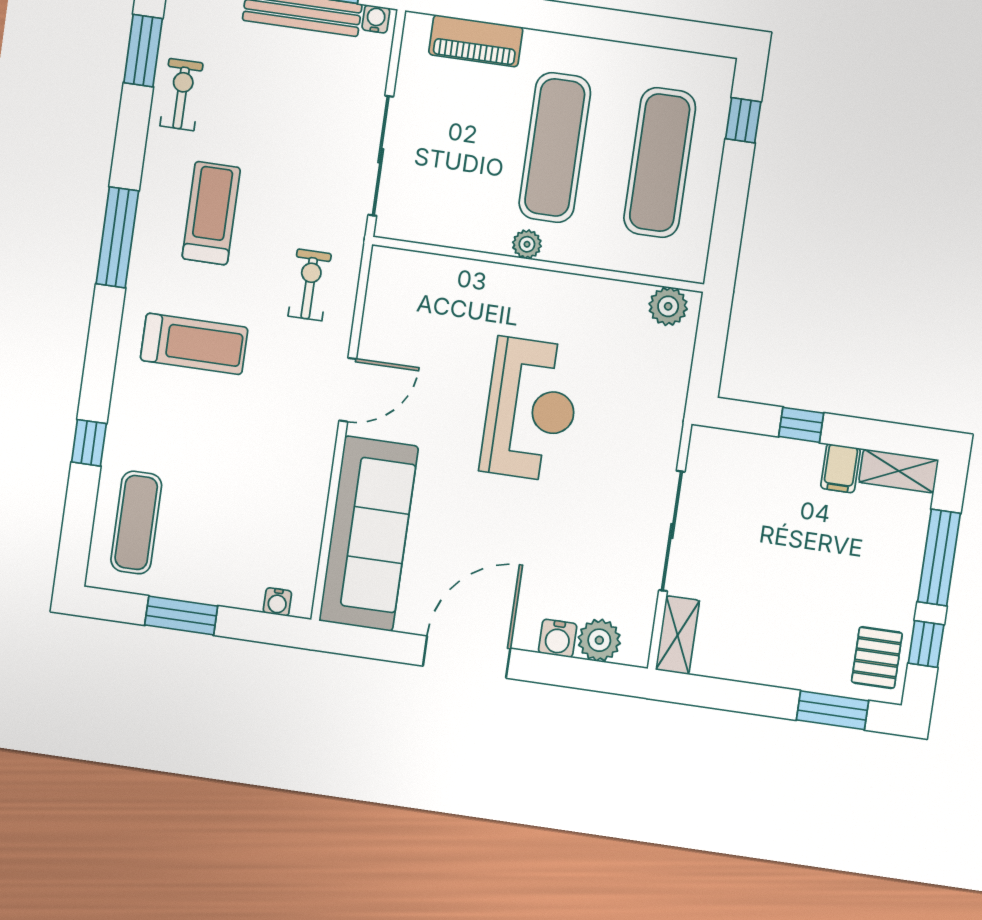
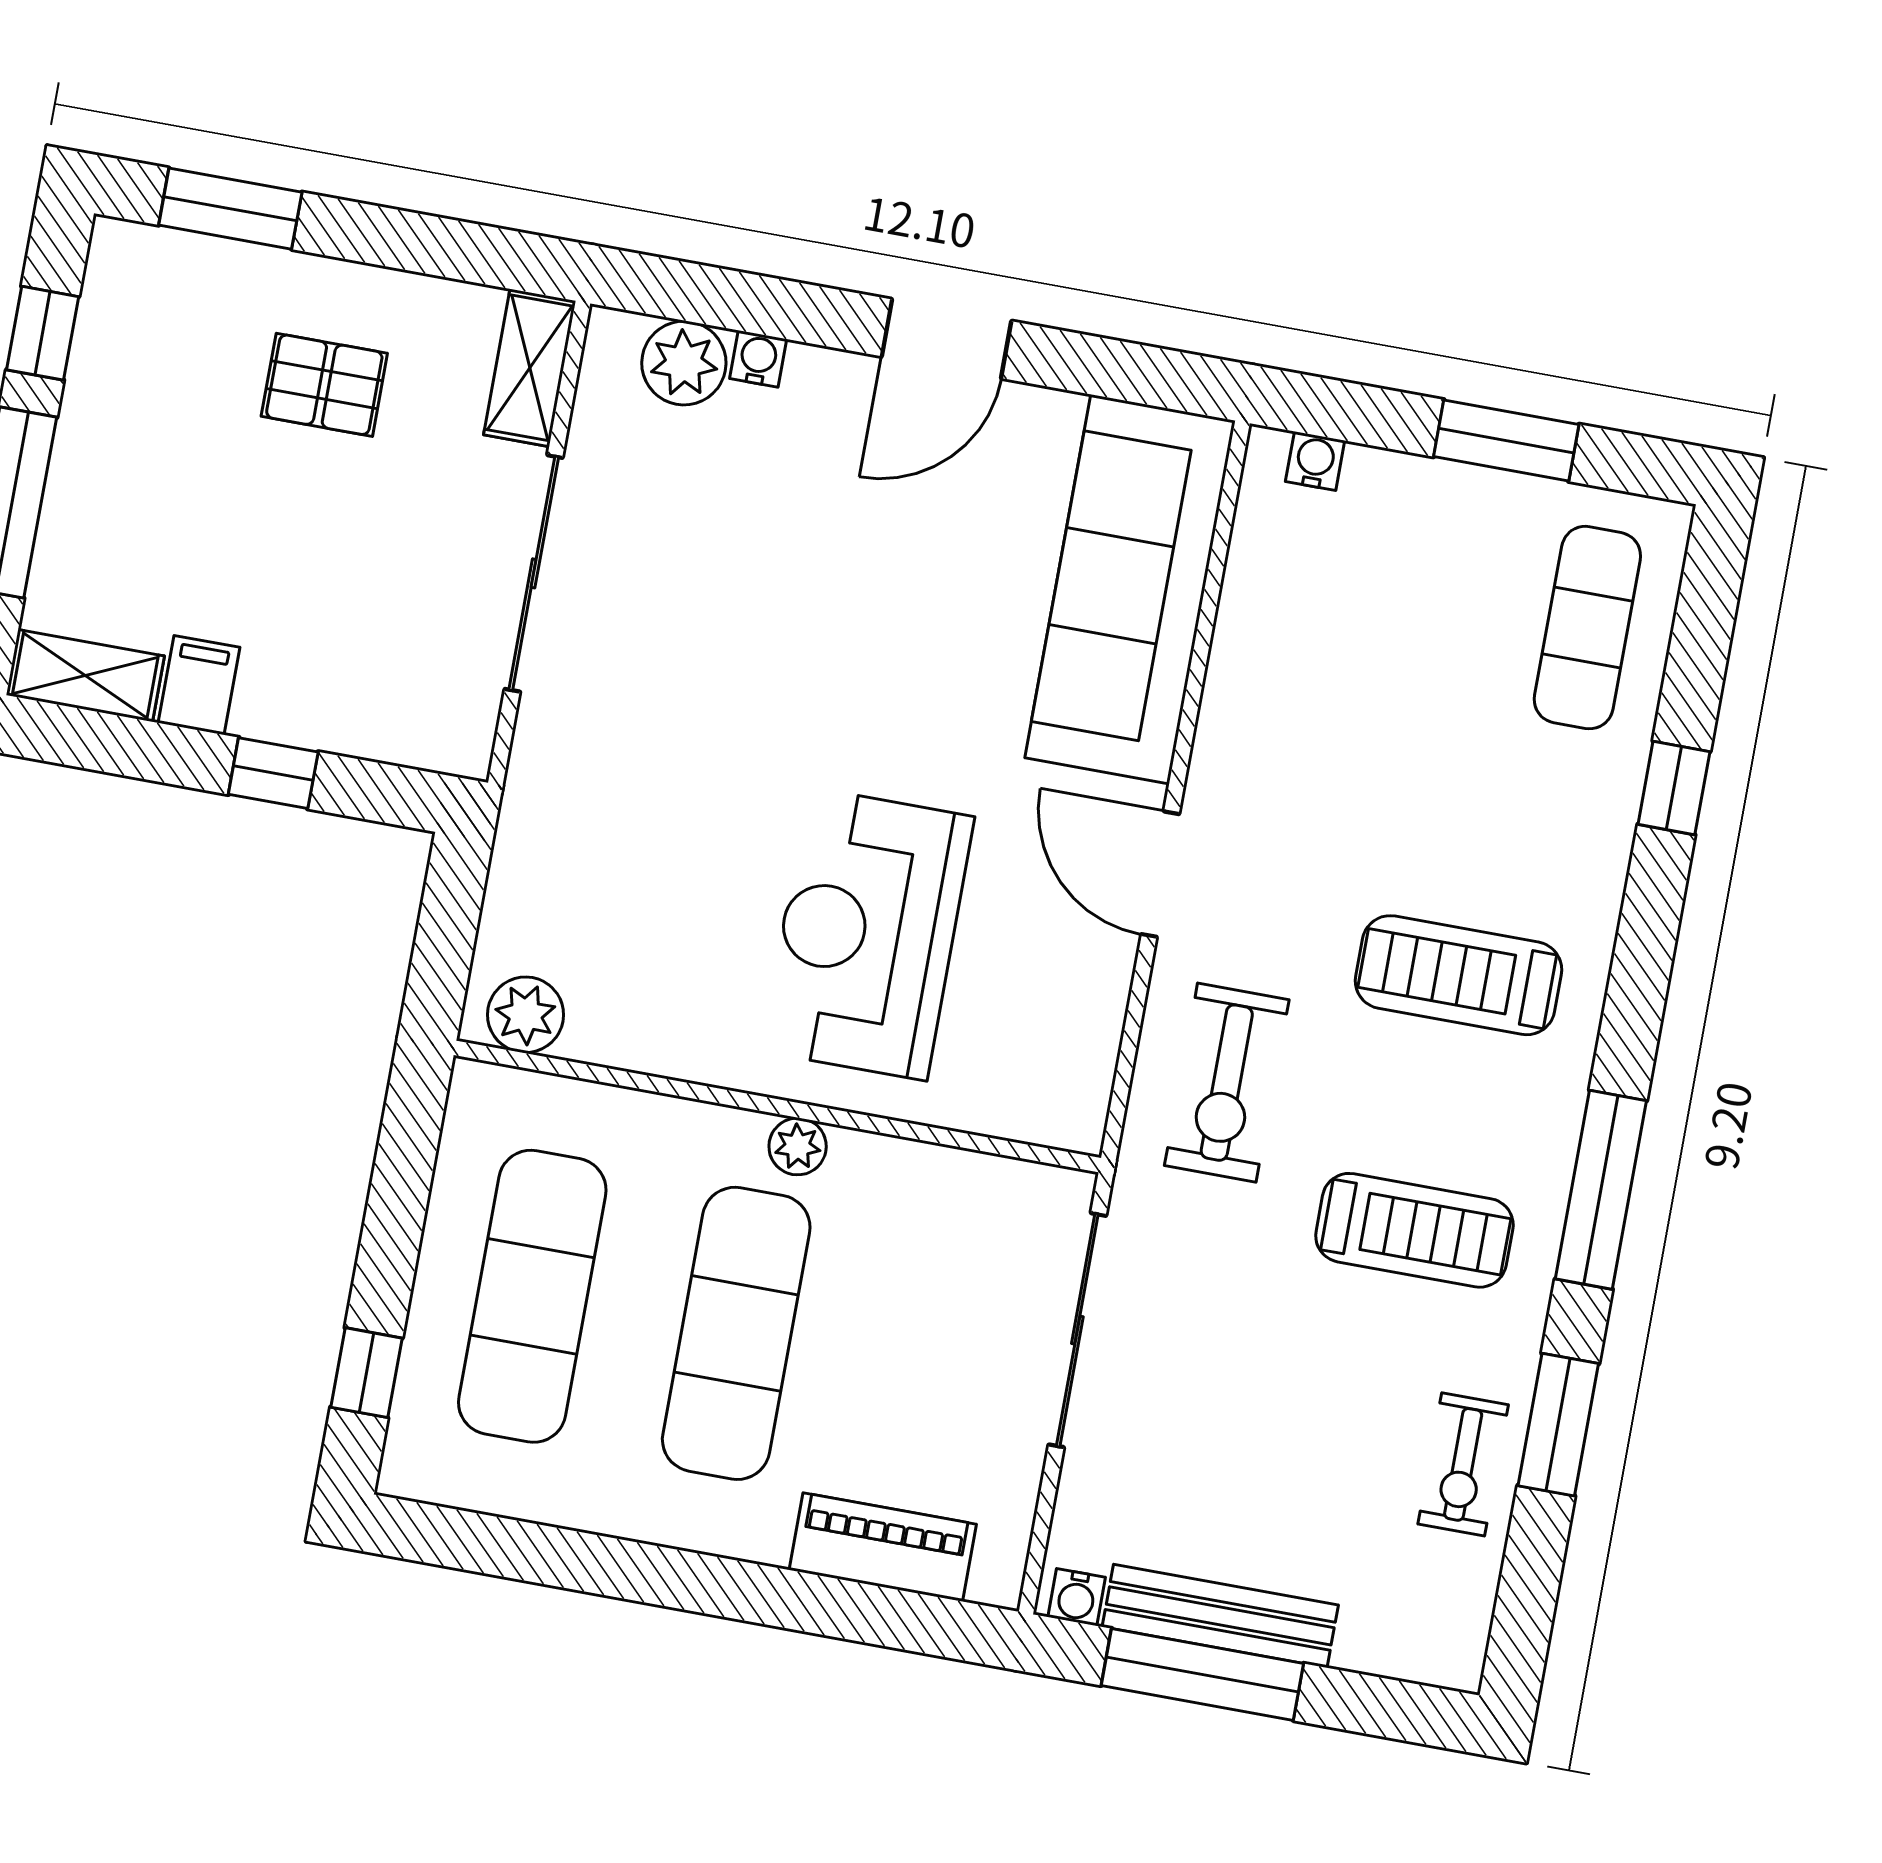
window: (143, 51) -> (1558, 1425), moved
treadmill: (211, 213) -> (1414, 1230), turned -90
exercise bike: (310, 285) -> (1227, 1083), width x1.38, depth x1.39
door: (348, 390) -> (1160, 874), hinge flipped
reception desk: (531, 409) -> (868, 934), moved
water cooler: (558, 638) -> (758, 359), width x0.72, depth x0.72
door: (467, 657) -> (946, 339), width x0.73
pallet: (877, 658) -> (324, 385), moved, turned 90

